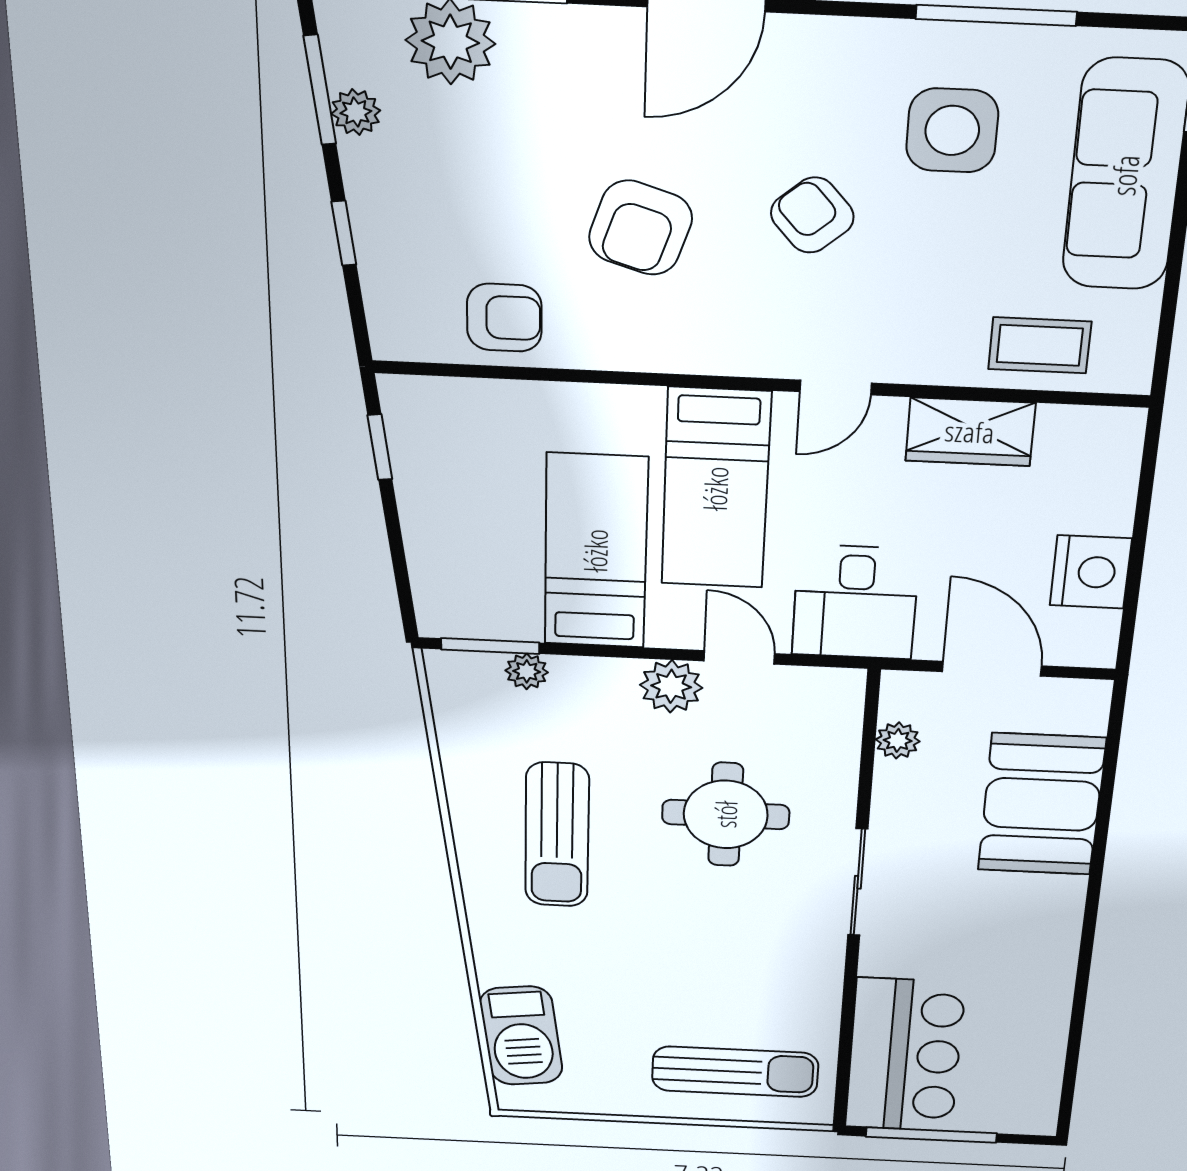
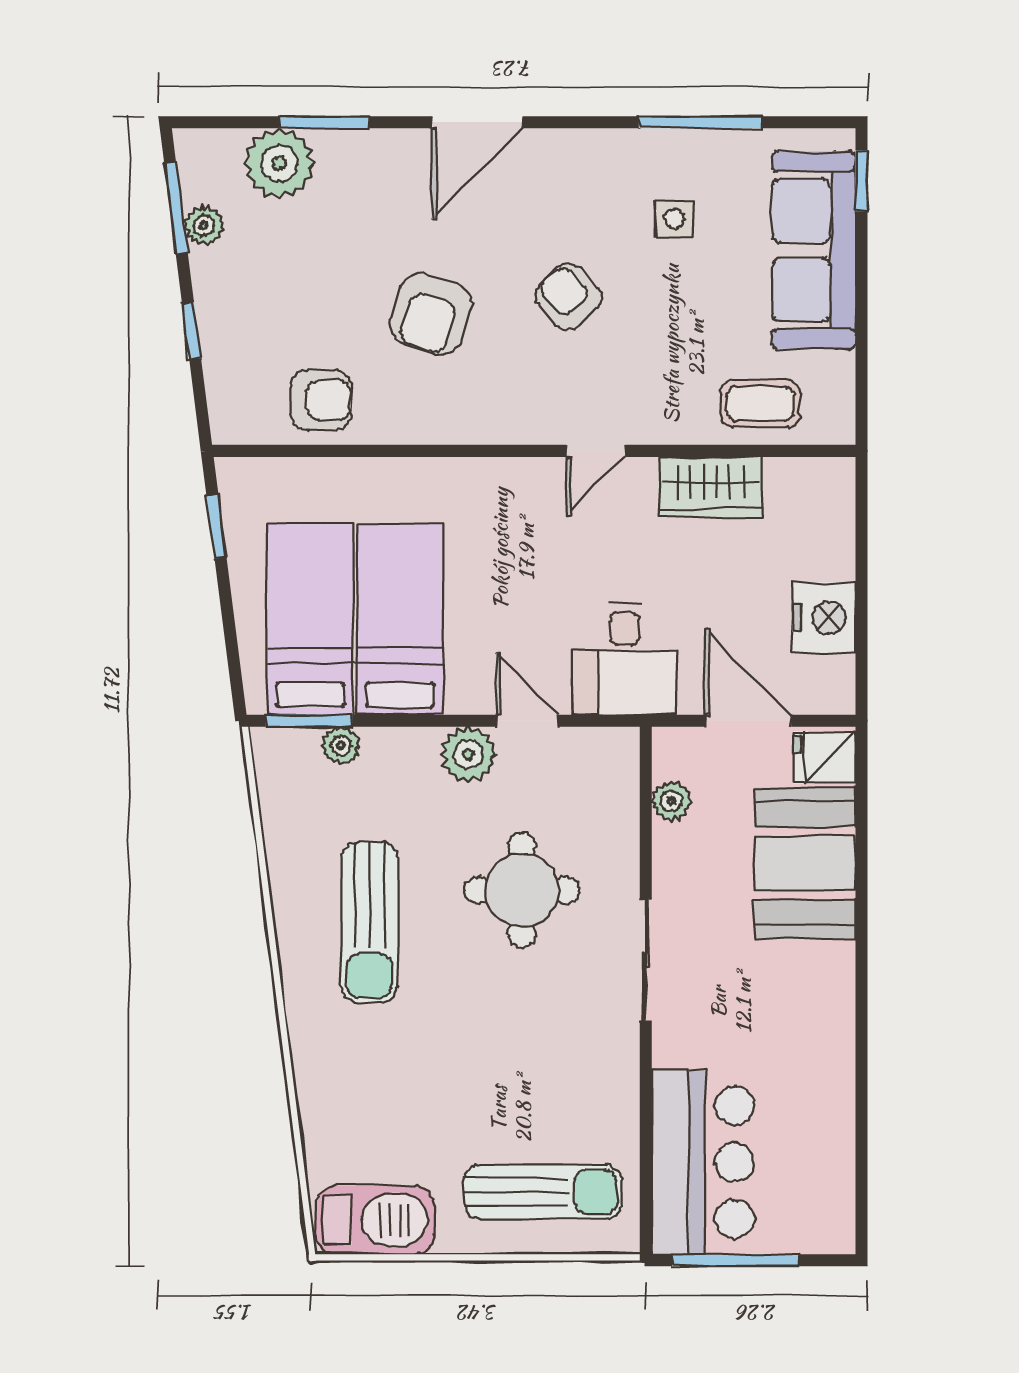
side table: (952, 130) -> (674, 219), width x0.54, depth x0.54
bed: (716, 489) -> (310, 619), moved, turned 180
fridge: (1075, 708) -> (825, 757), added
barbecue: (521, 1036) -> (375, 1220), moved, turned -83

